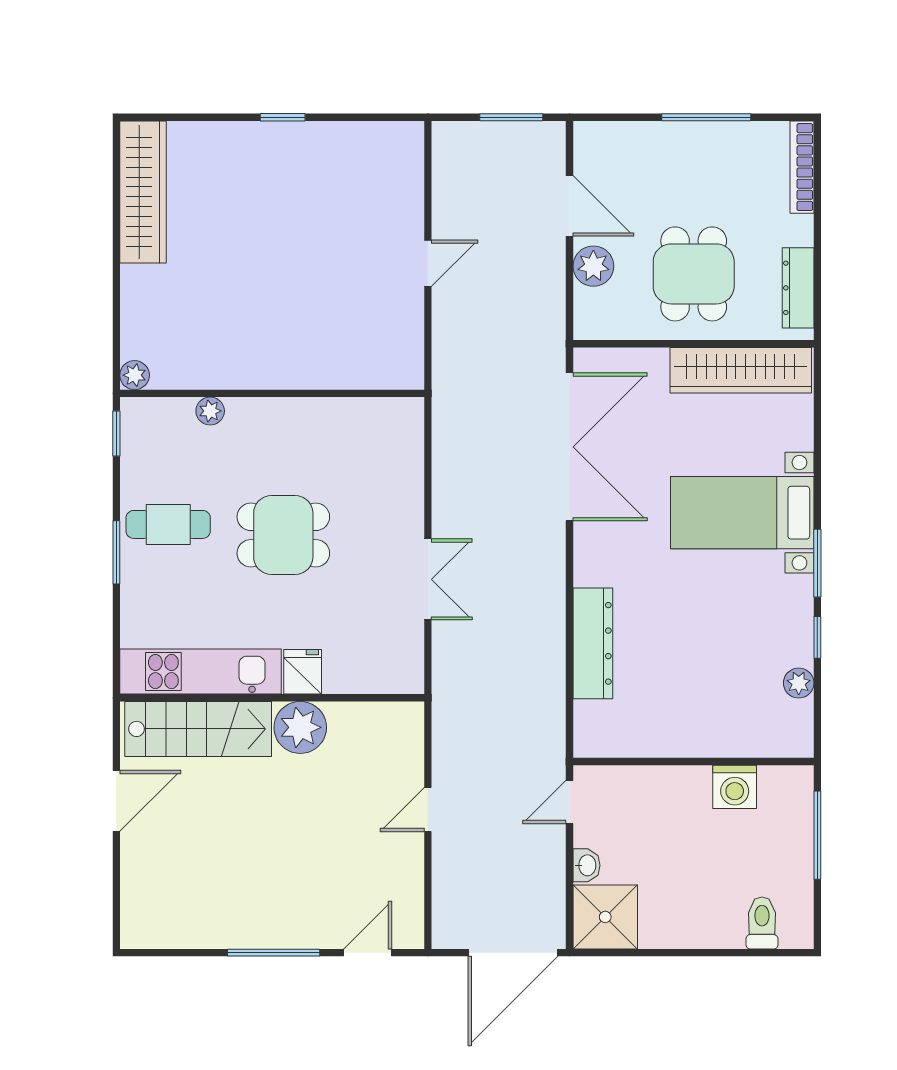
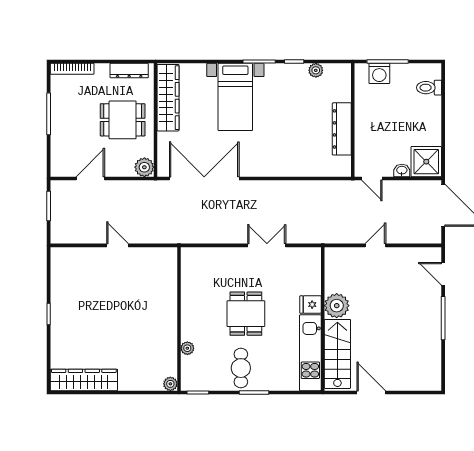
plant: (593, 266) -> (144, 167), moved
dresser: (593, 643) -> (342, 129), moved, turned -90
washing machine: (735, 787) -> (379, 73), moved, turned 90
door: (428, 809) -> (375, 245), swing flipped

